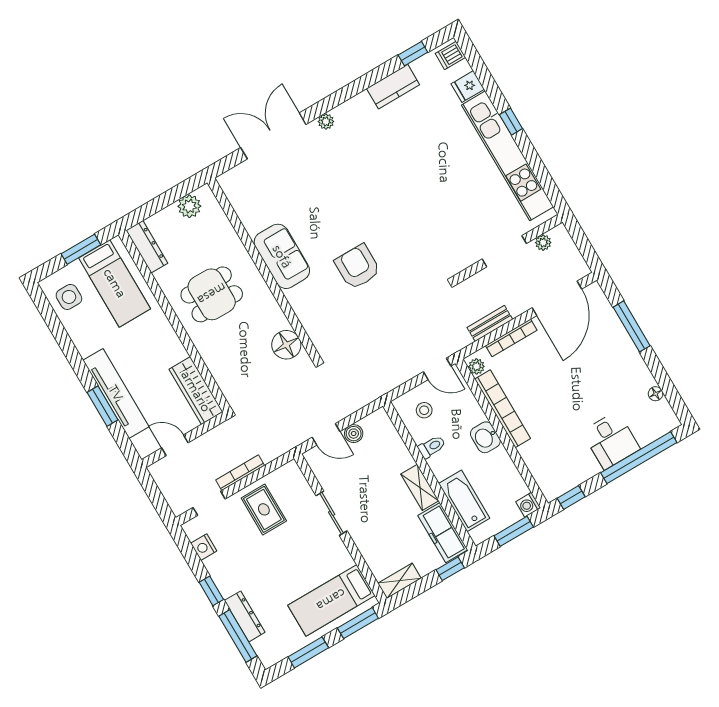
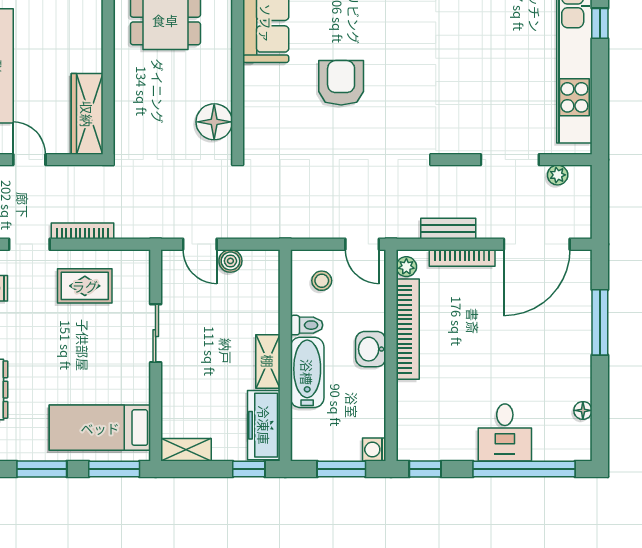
bathtub: (464, 501) -> (307, 372), moved
rug: (264, 509) -> (85, 286), turned 90

